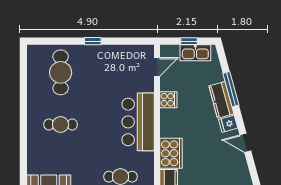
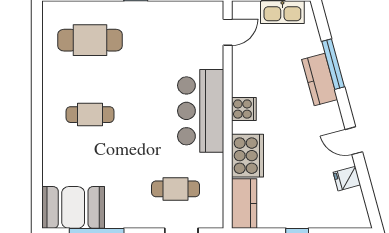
cafe table: (61, 72) -> (90, 40), turned 90
cooker: (168, 100) -> (244, 109), moved
fridge: (228, 124) -> (347, 179), moved

